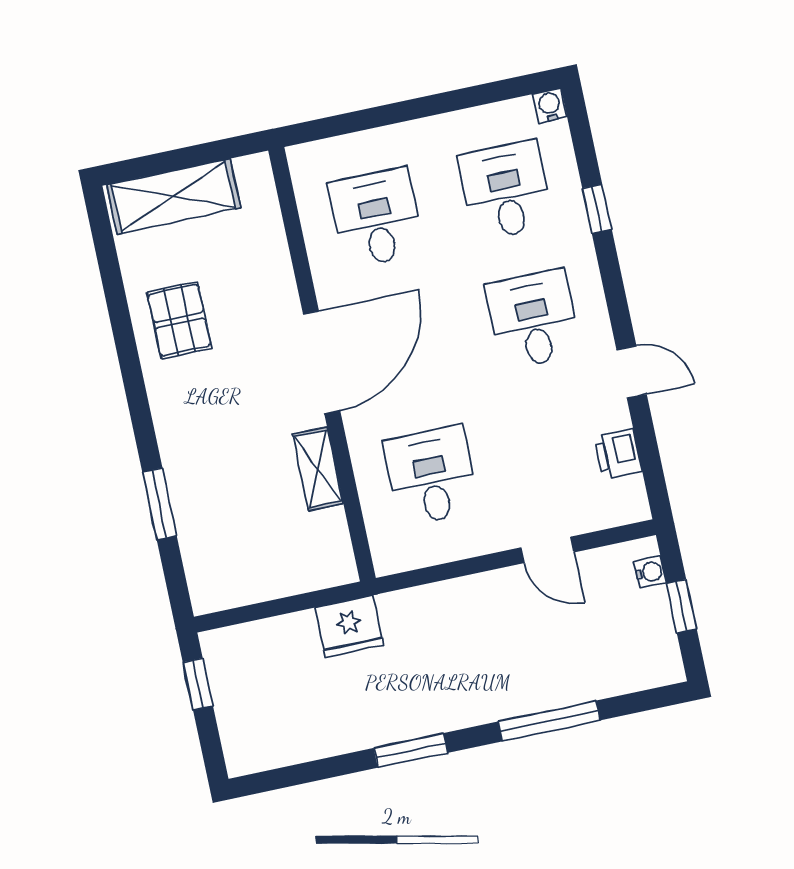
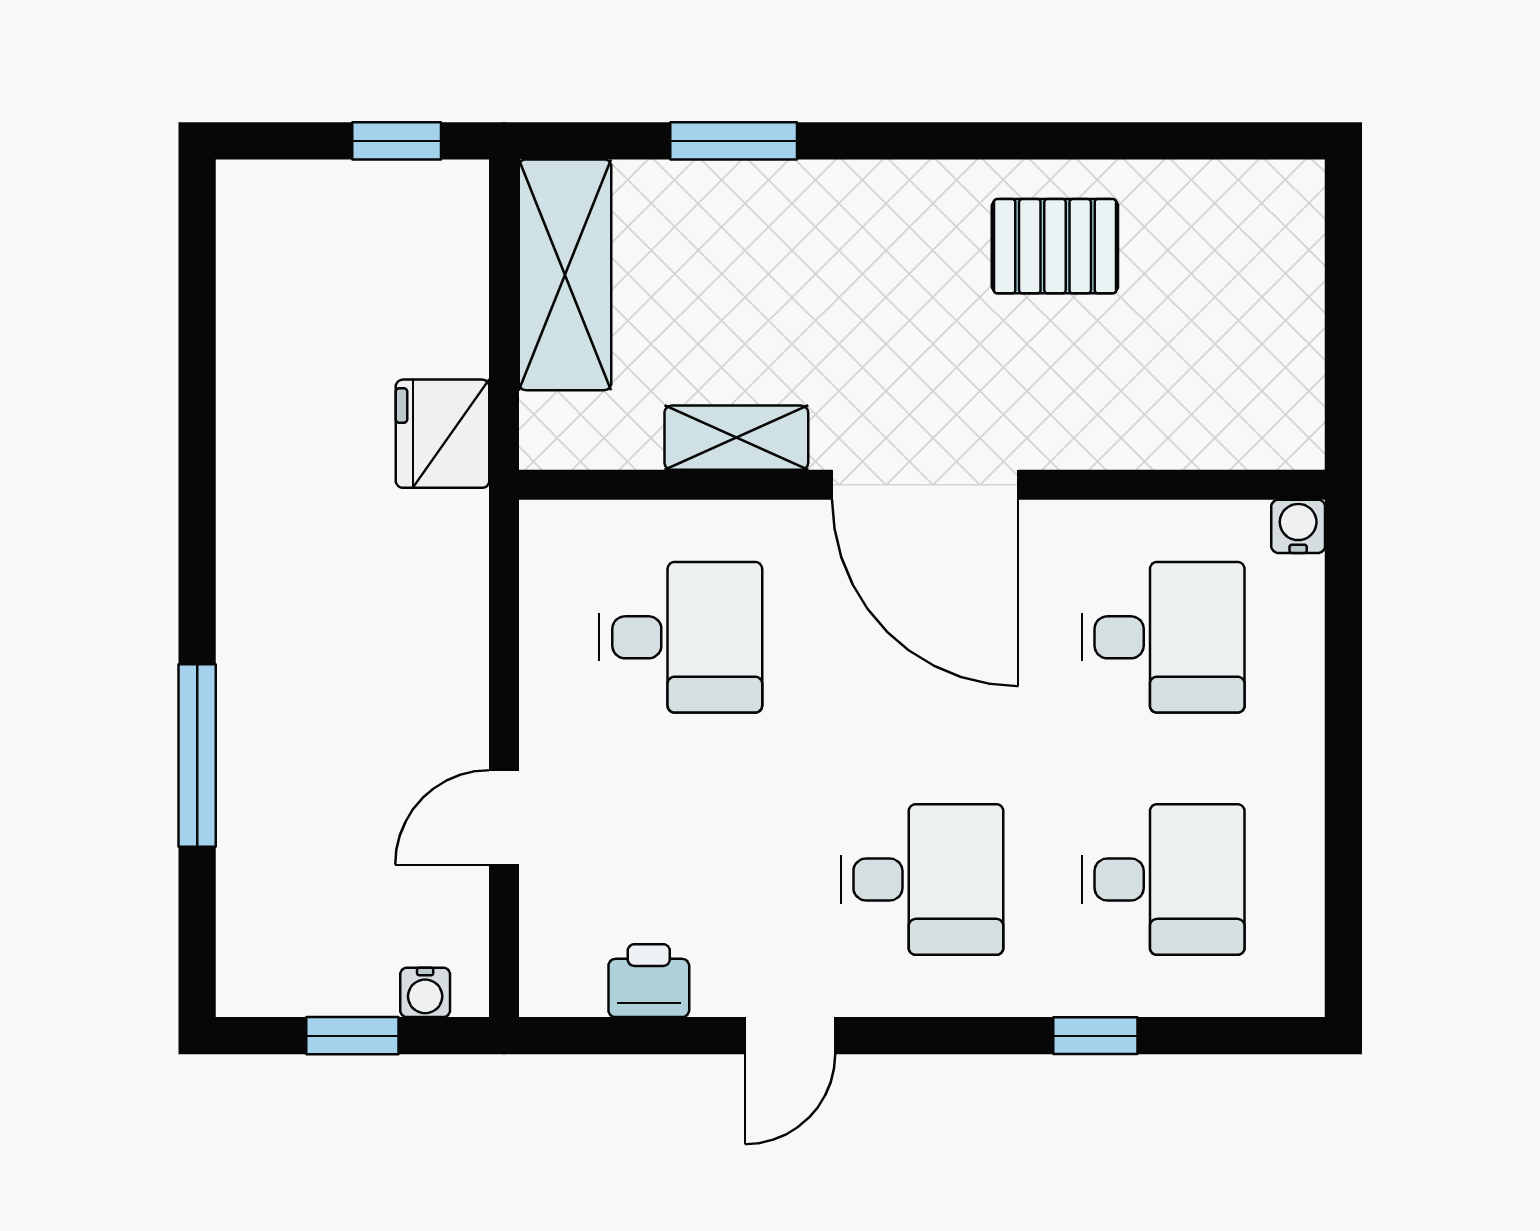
water cooler: (550, 106) -> (1298, 526), moved, turned -90
shelving: (173, 196) -> (565, 275), moved
window: (411, 750) -> (197, 496), removed

